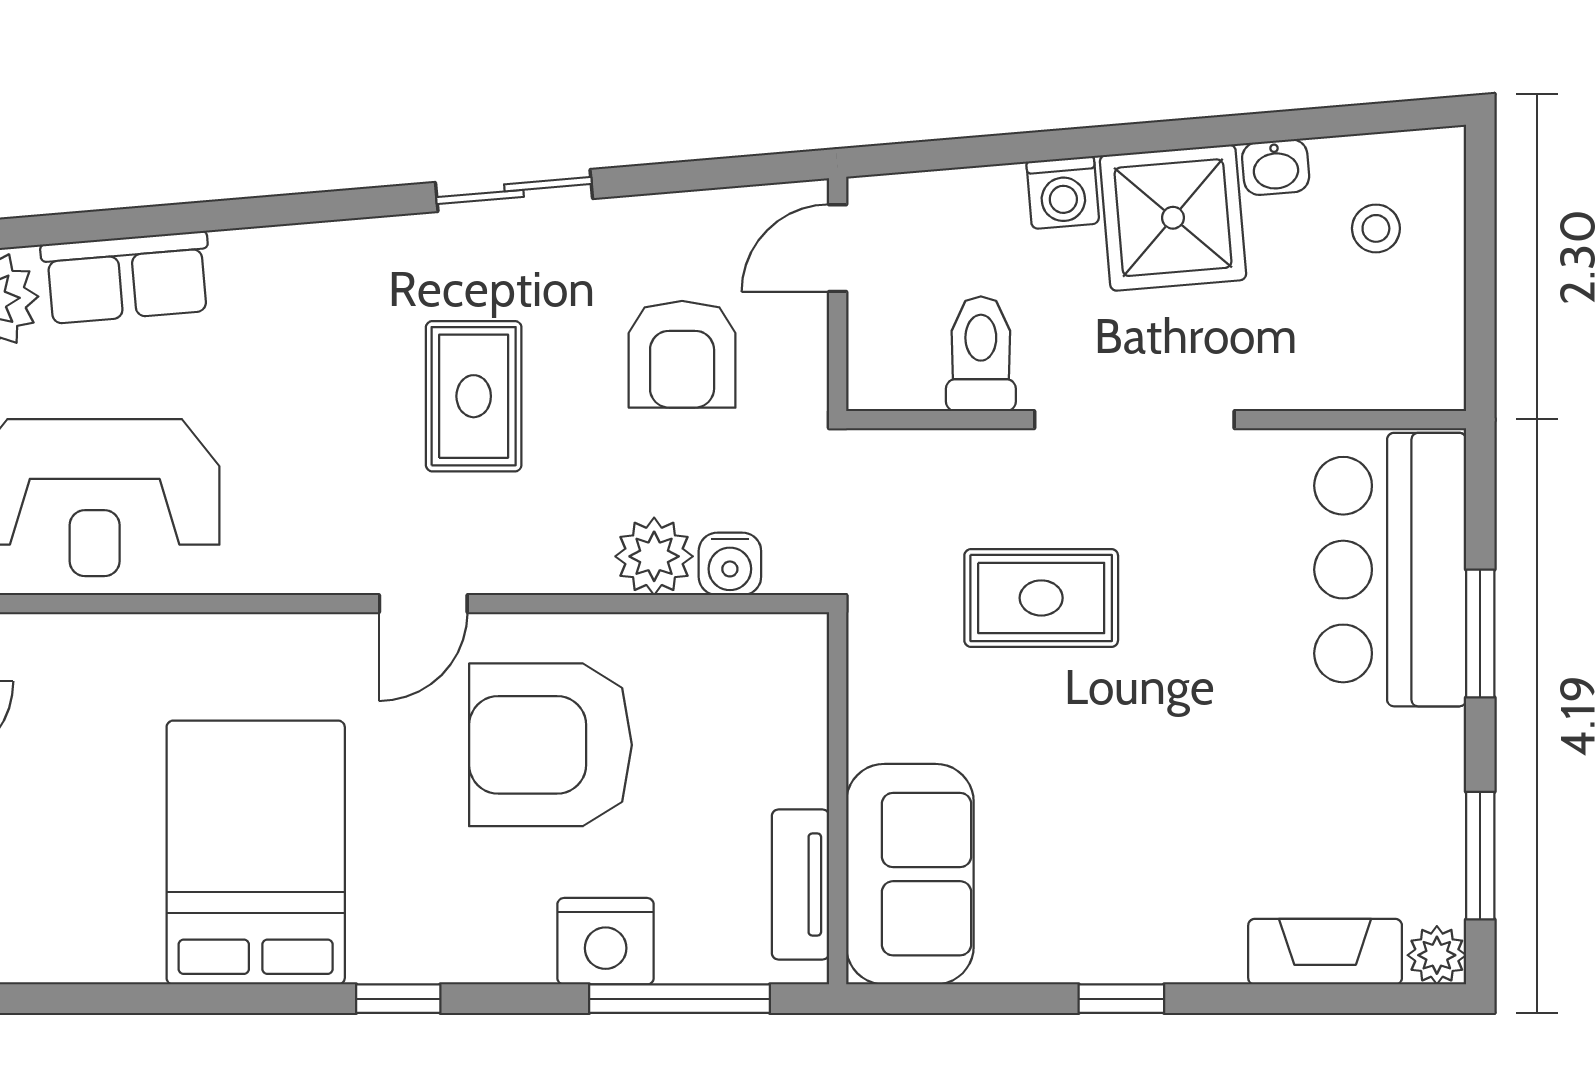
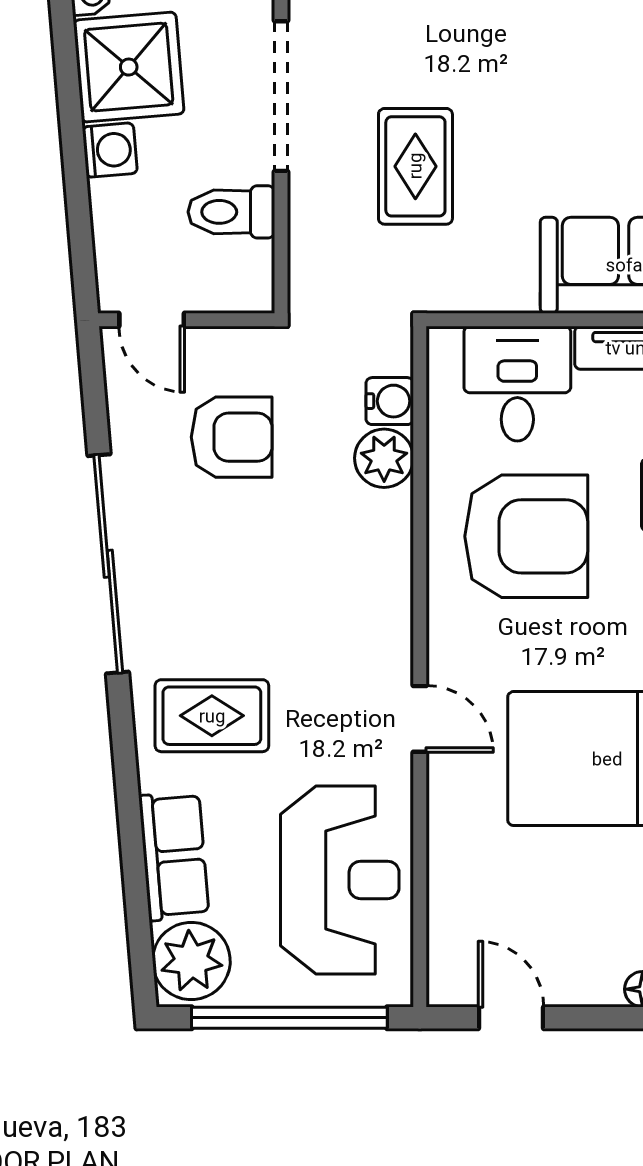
sliding door: (514, 191) -> (108, 564), width x1.86
rug: (474, 396) -> (212, 716), moved
door: (423, 604) -> (420, 719), moved
desk: (753, 733) -> (517, 384), added
armchair: (550, 745) -> (526, 536), turned -90

